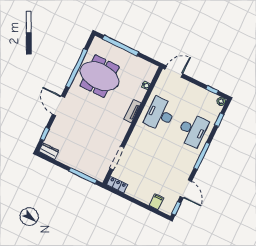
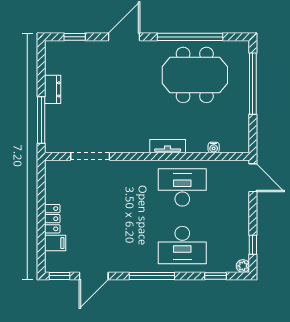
meeting table: (100, 76) -> (195, 75), turned 90
dresser: (49, 151) -> (53, 89), moved
locker: (117, 185) -> (52, 219), moved

